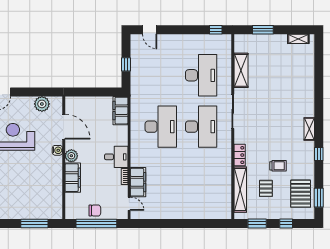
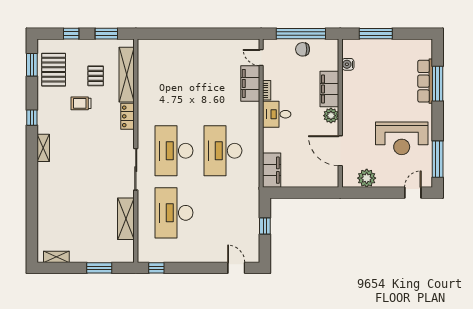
water cooler: (57, 150) -> (348, 64), moved

